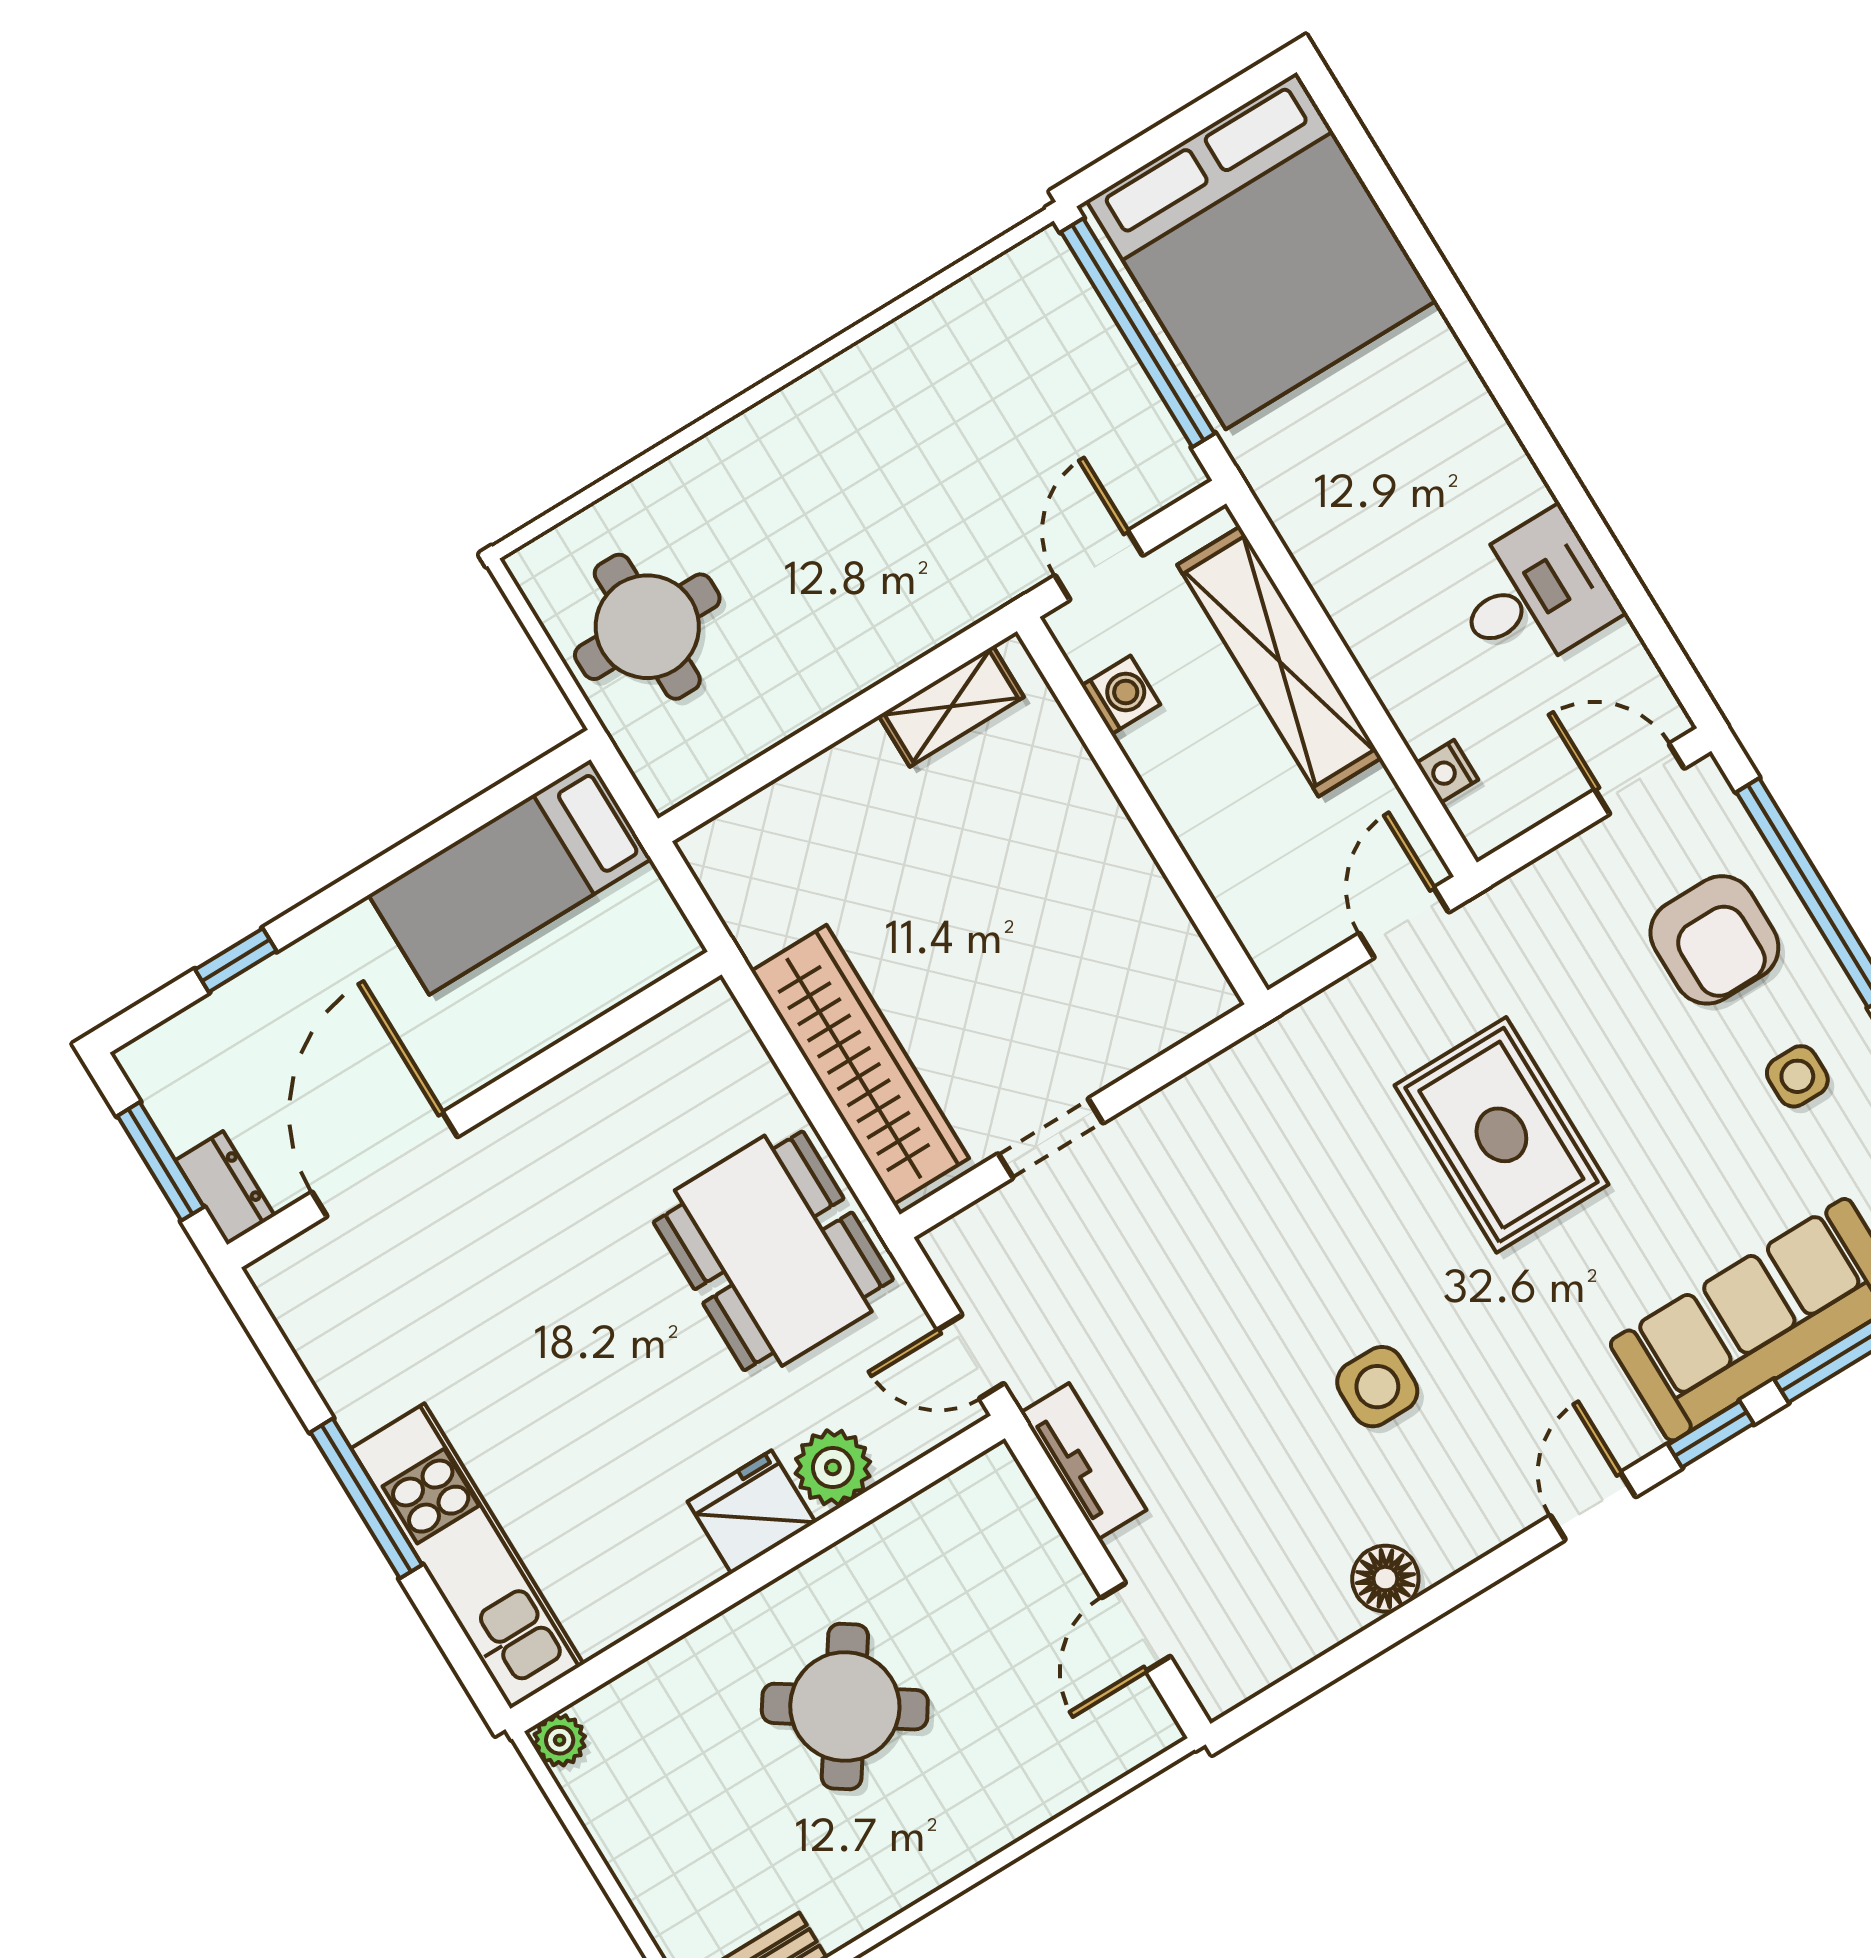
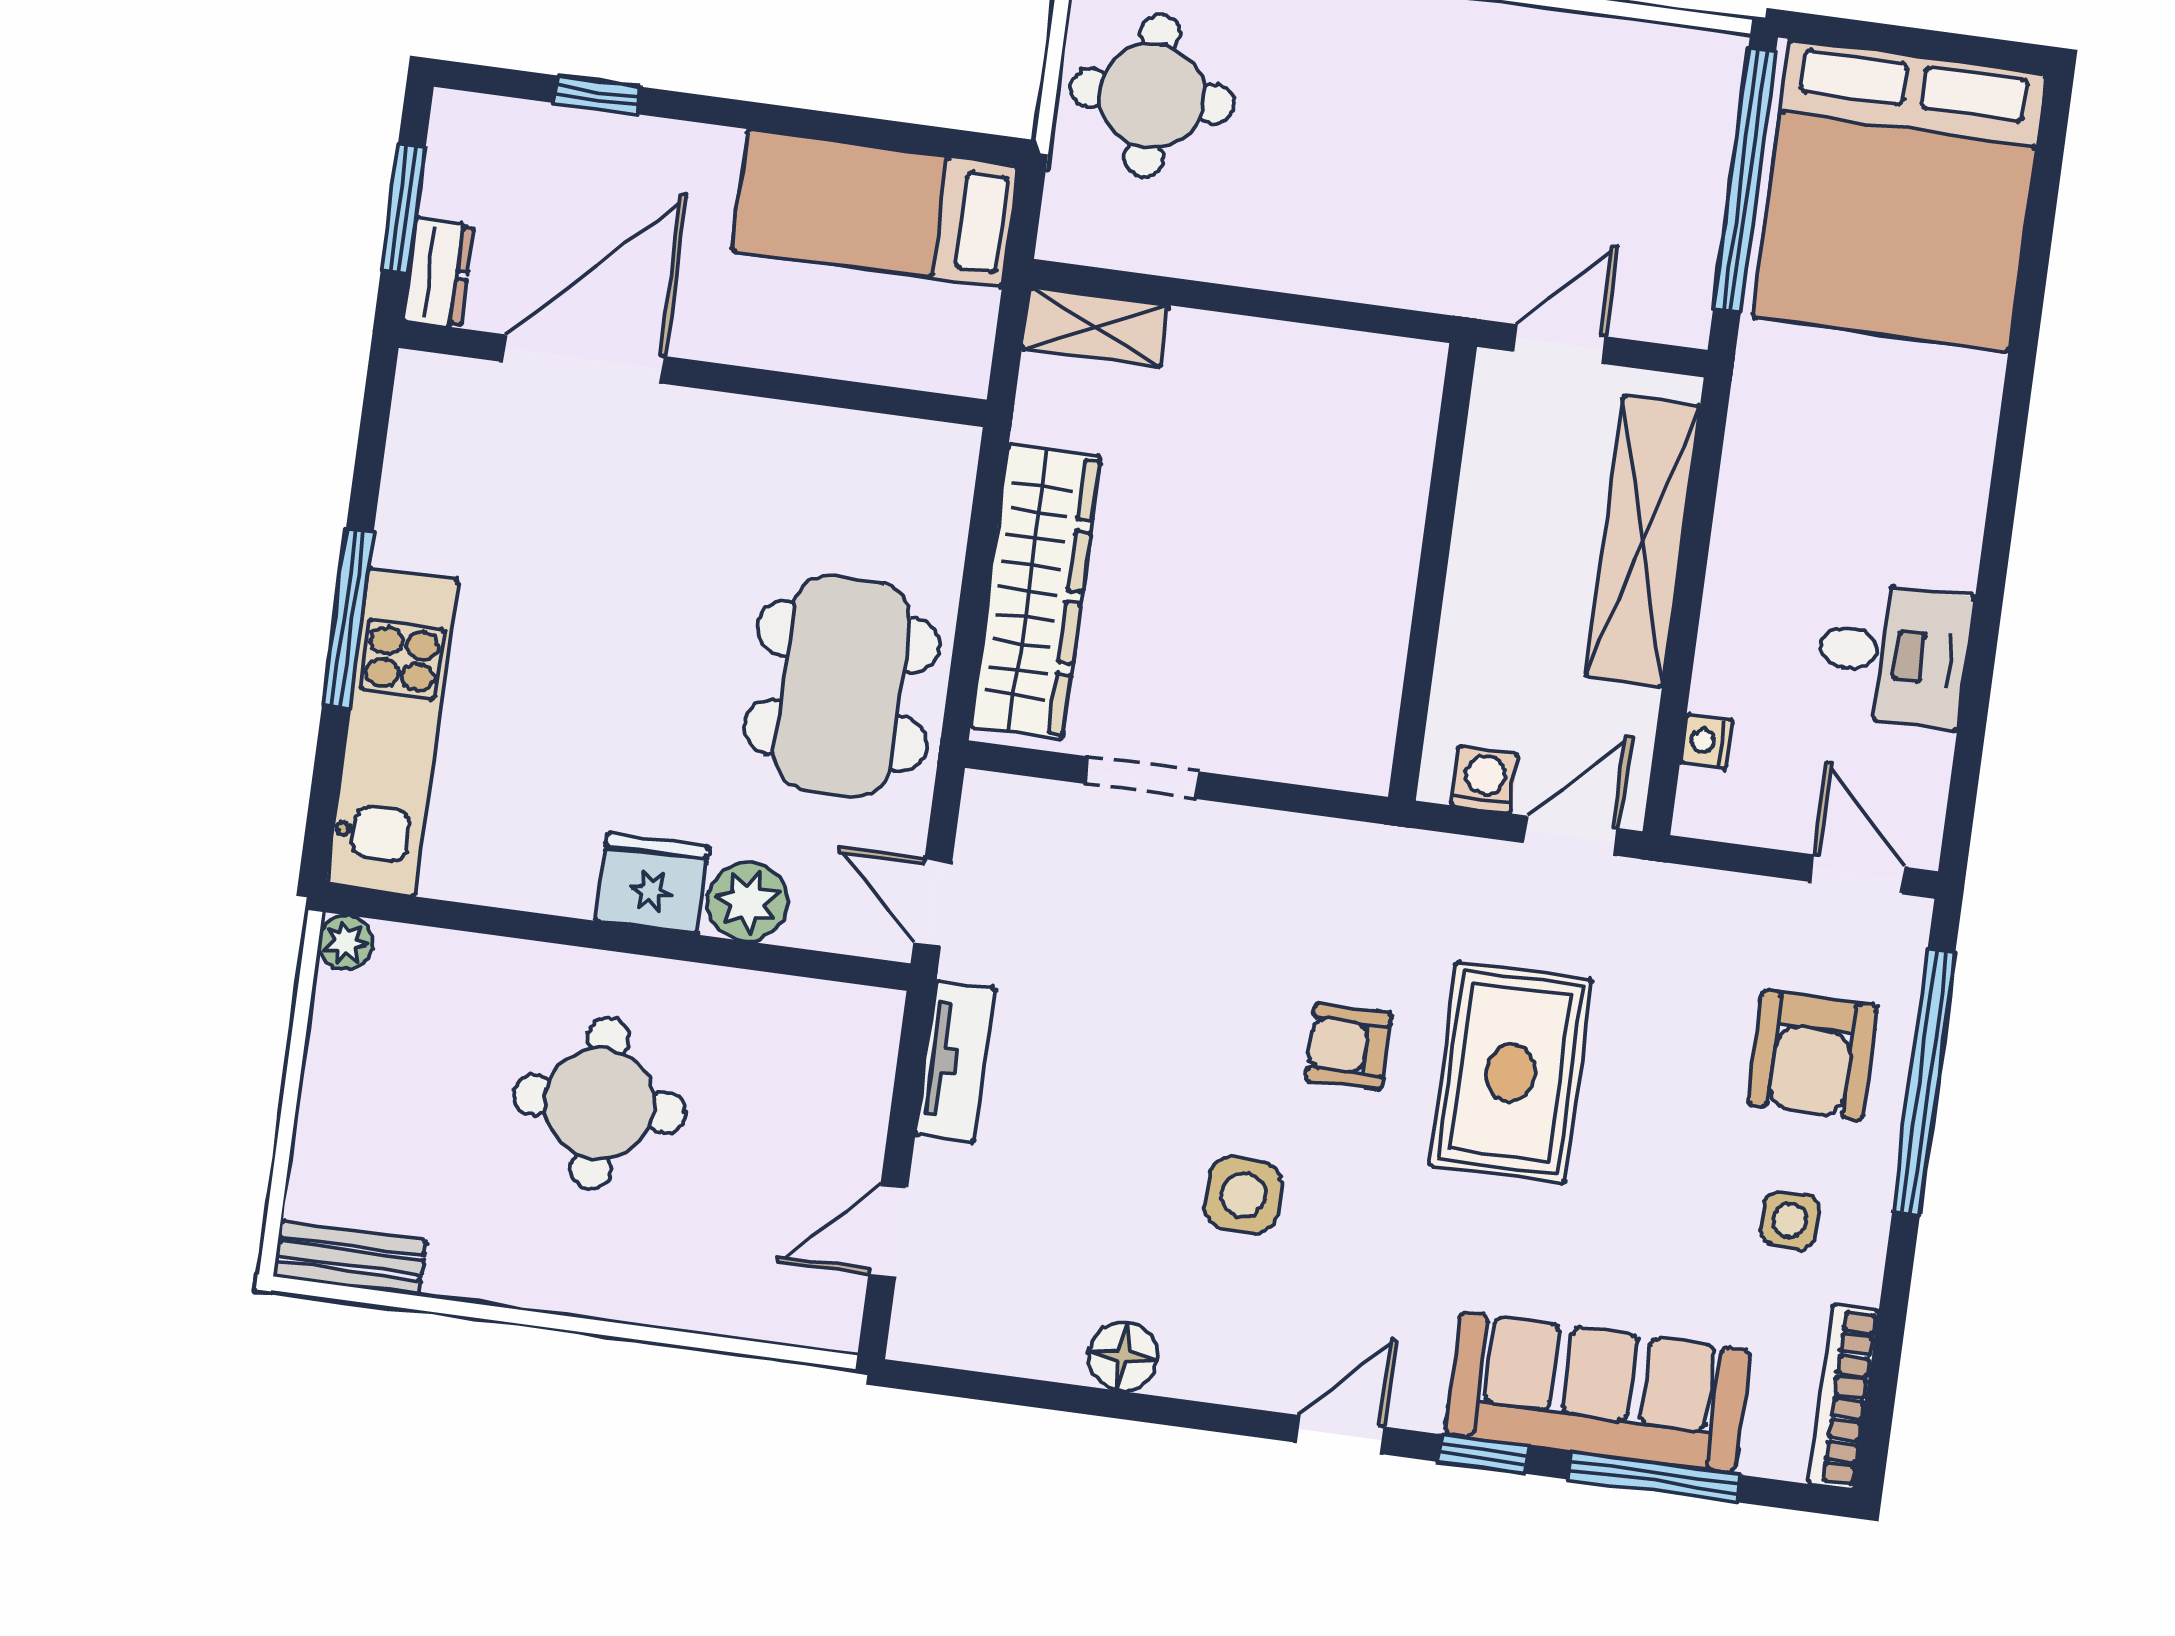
washing machine: (1121, 695) -> (1484, 780), moved, turned -90
shelving: (951, 706) -> (1095, 327), moved
armchair: (1366, 1213) -> (1348, 1047), added
round table: (845, 1707) -> (599, 1103), turned -34

